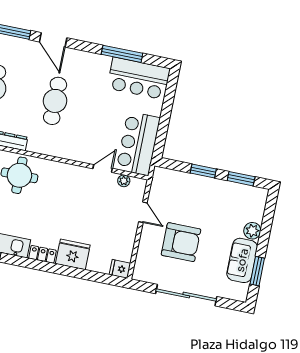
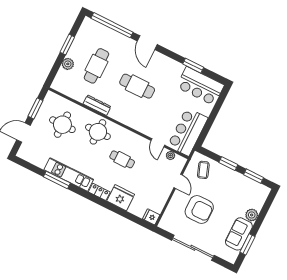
window: (122, 54) -> (193, 66), width x0.69
cafe table: (55, 101) -> (137, 86), turned 90
door: (103, 169) -> (158, 143), swing flipped
coffee table: (172, 188) -> (203, 170), added
cafe table: (61, 203) -> (122, 159), added

